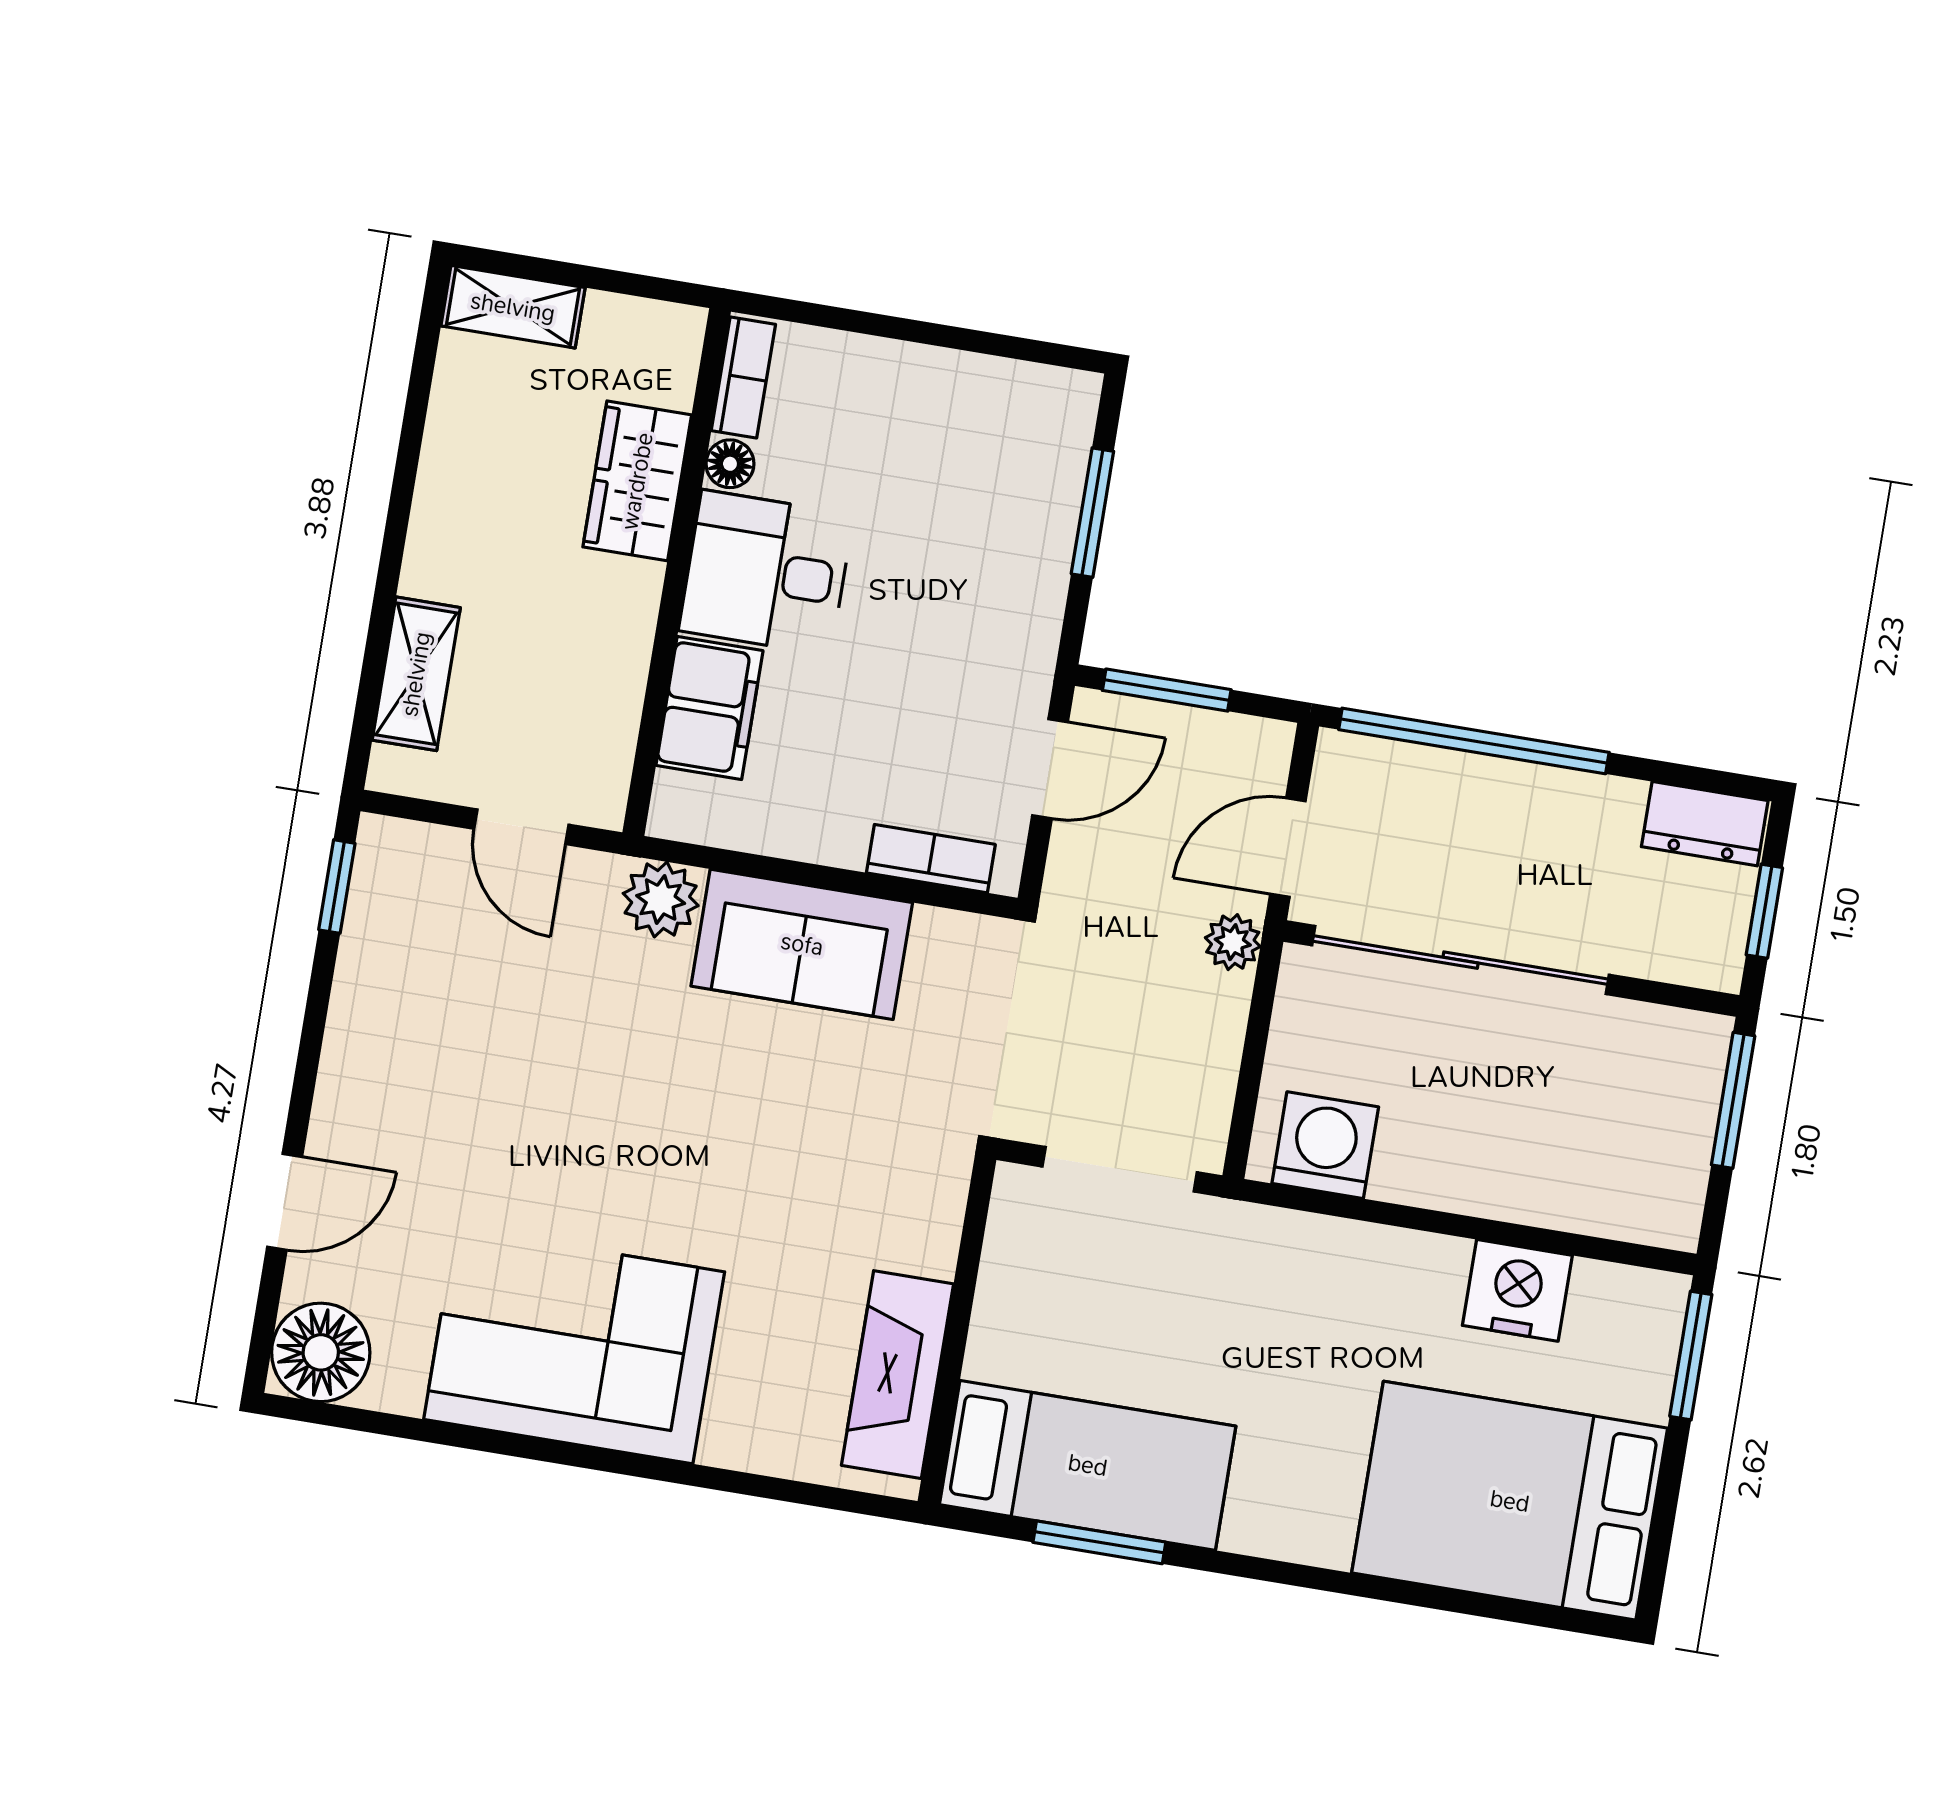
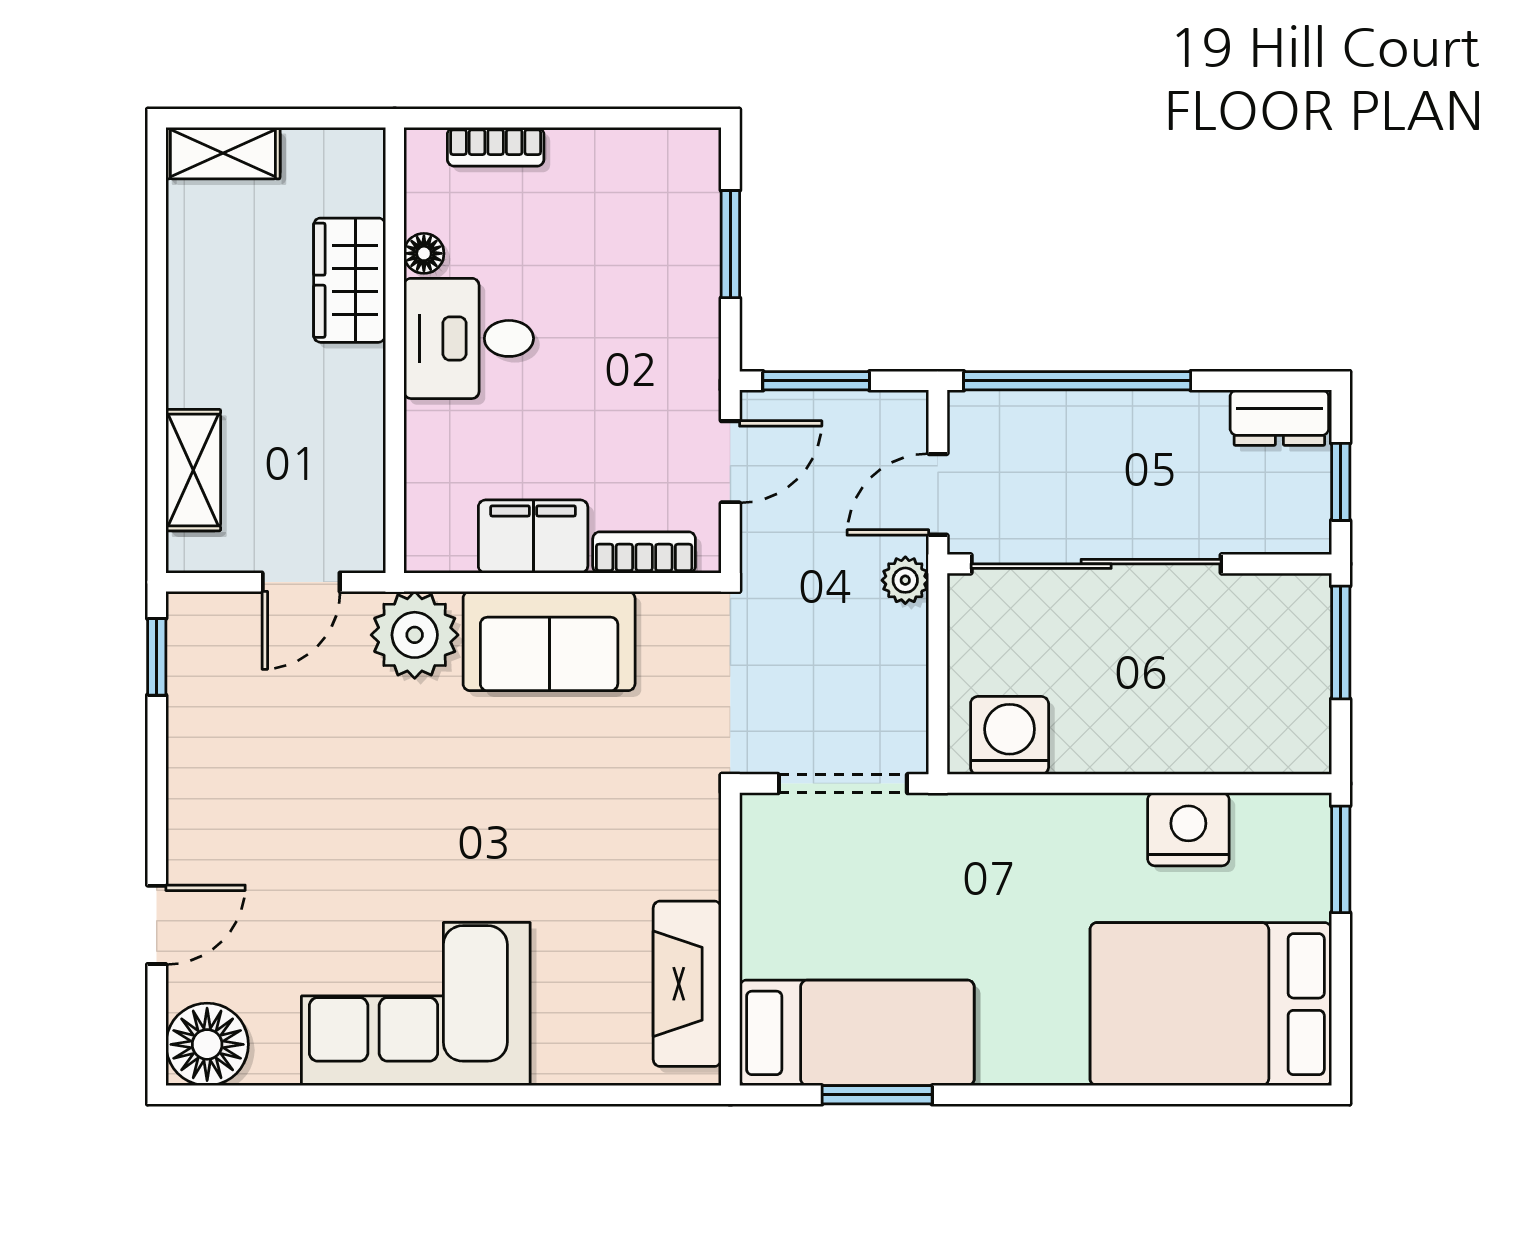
bookcase: (743, 377) -> (496, 147), moved, turned 90
filing cabinet: (709, 708) -> (533, 536), moved, turned -90
door: (521, 827) -> (301, 582), hinge flipped
plant: (661, 900) -> (415, 635), width x1.36, depth x1.36

